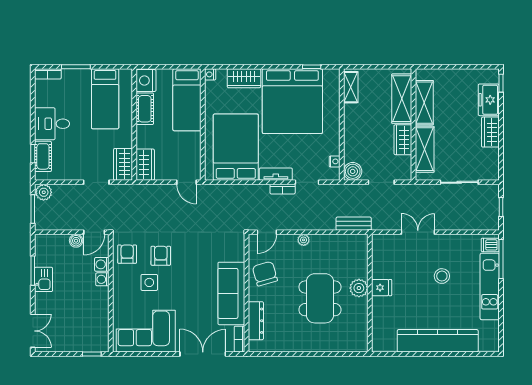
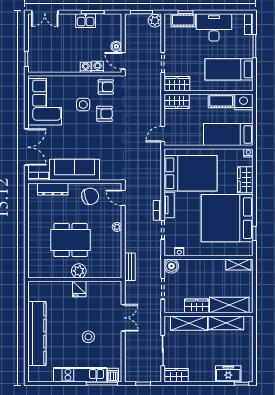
desk: (52, 124) -> (214, 27), width x1.37
wardrobe: (490, 132) -> (176, 375), moved

